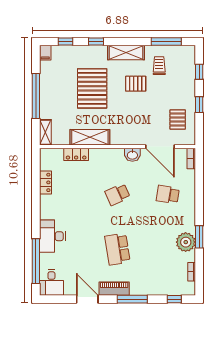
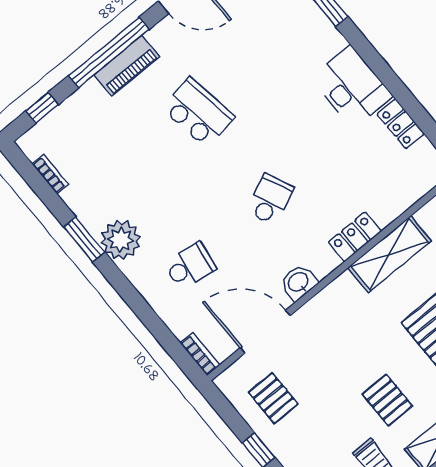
pallet: (136, 84) -> (387, 400), turned 90
locker: (76, 154) -> (355, 237), moved
desk: (52, 236) -> (352, 87), moved
plant: (186, 242) -> (120, 240), moved
piano: (114, 289) -> (127, 66), moved
window: (132, 299) -> (109, 53), width x1.46

